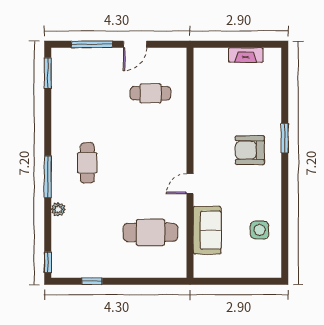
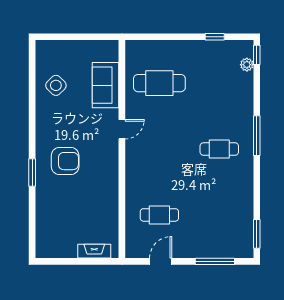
door: (135, 44) -> (161, 261), moved
fireplace: (246, 55) -> (94, 251), moved
cafe table: (87, 163) -> (219, 149), turned 90
plant: (58, 209) -> (247, 65), moved
side table: (260, 230) -> (56, 85), turned 45

